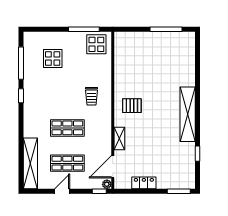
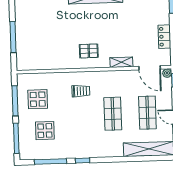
window: (46, 29) -> (16, 138), added
window: (166, 29) -> (13, 37), moved
display table: (96, 44) -> (38, 99), moved
pallet: (132, 106) -> (89, 51), turned 90

